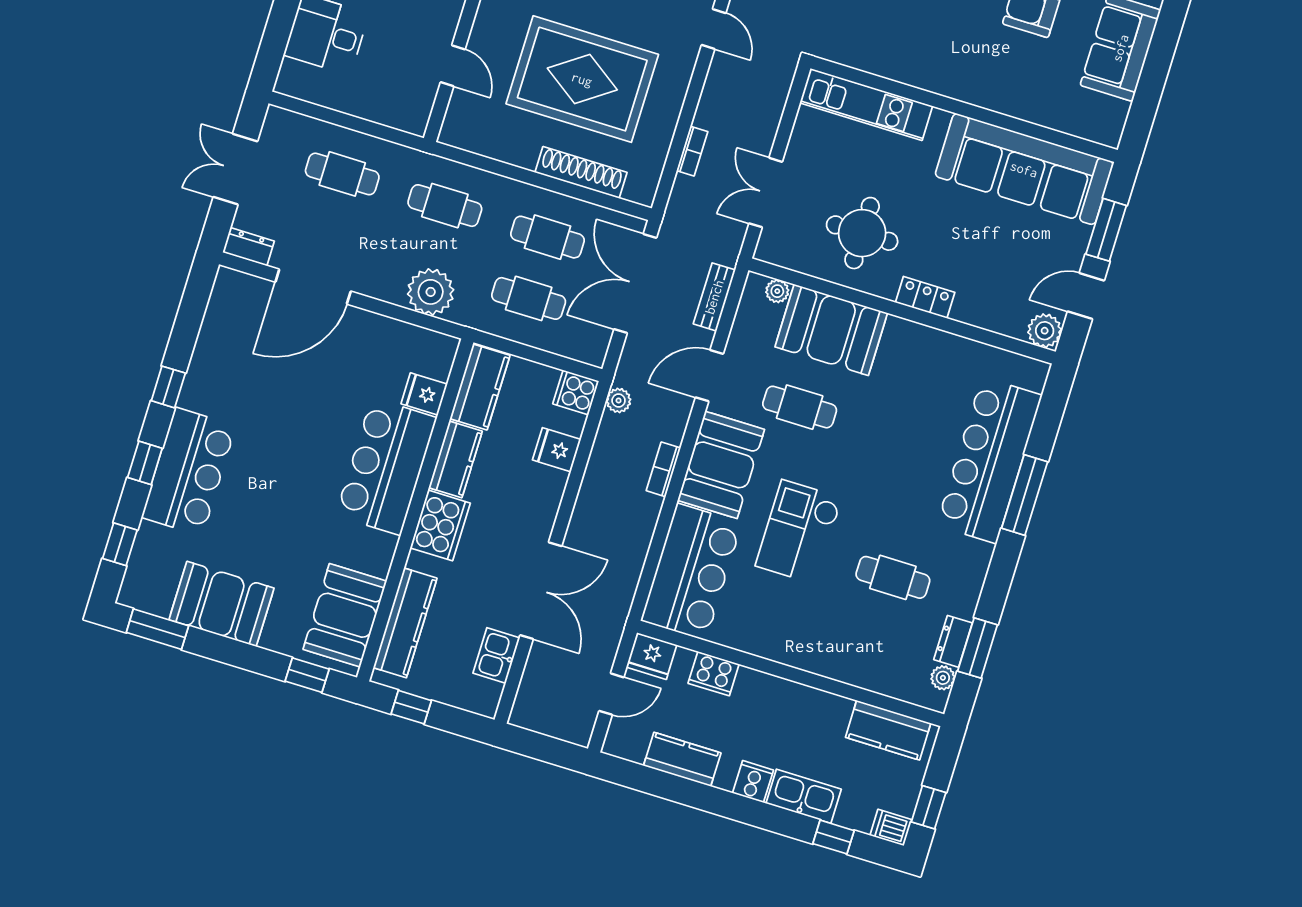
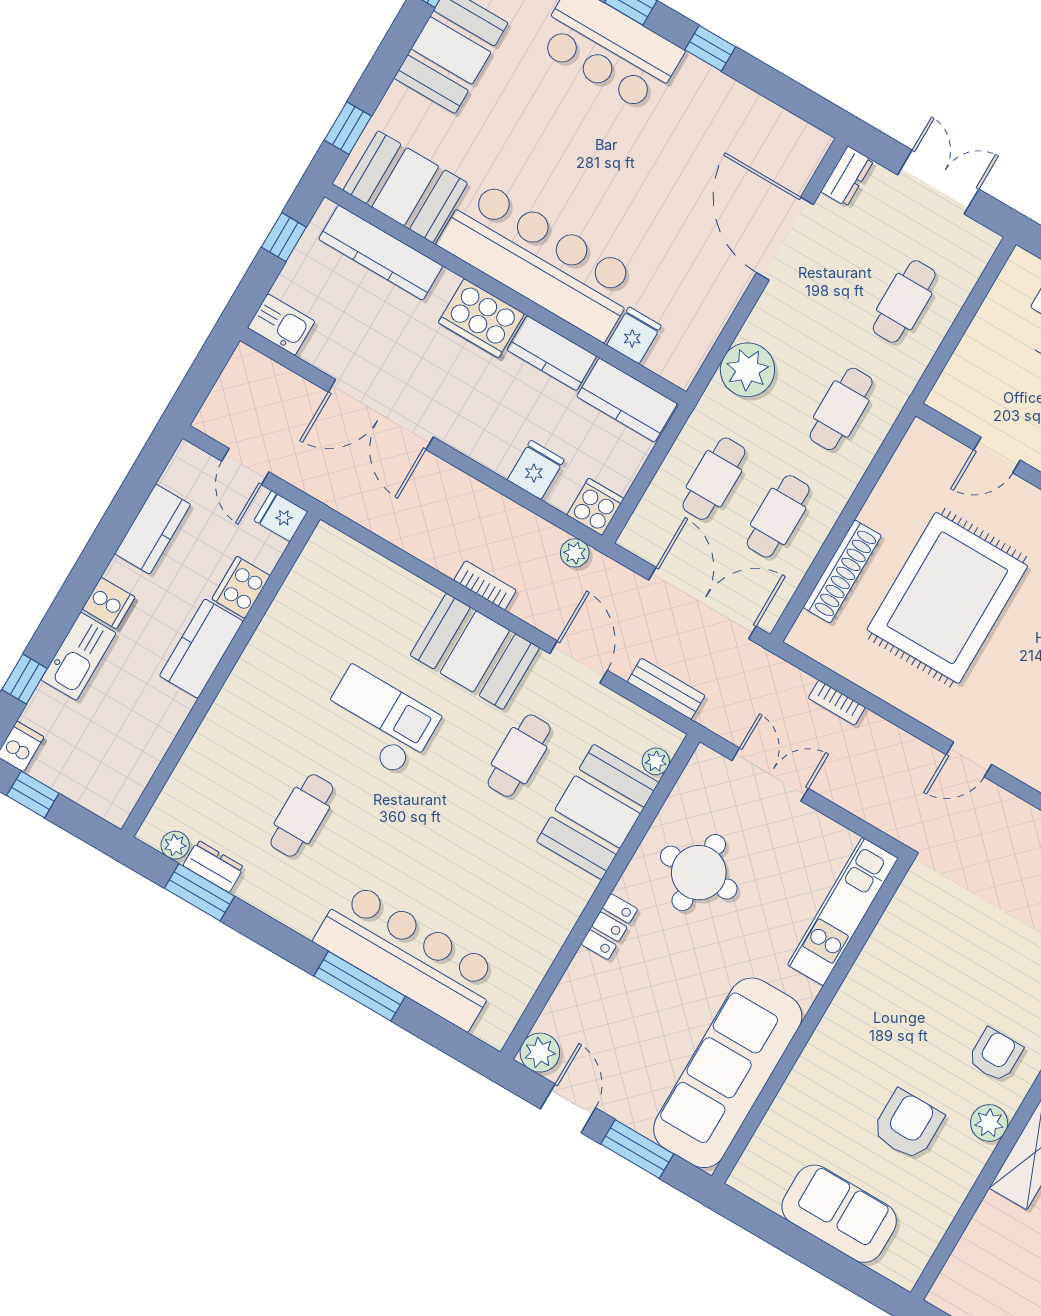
bar counter: (386, 467) -> (540, 260), width x1.36
bar counter: (691, 572) -> (362, 589), removed
kitchen sink: (496, 656) -> (281, 324), moved
fridge: (651, 656) -> (281, 516), width x0.72
kitchen counter: (888, 730) -> (201, 649), moved

